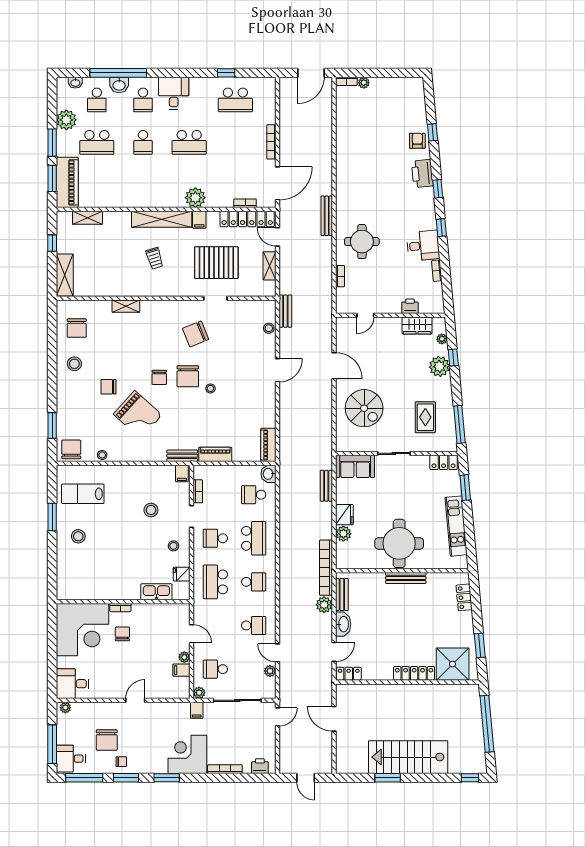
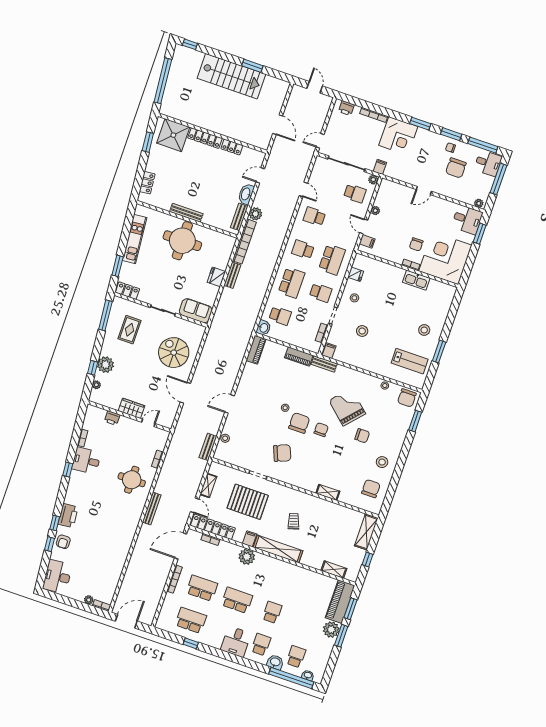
window: (118, 73) -> (291, 678), moved
desk: (410, 97) -> (57, 577), added
plant: (66, 120) -> (331, 630), moved
school desk: (97, 142) -> (202, 588), moved
window: (438, 189) -> (55, 523), moved
wardrobe: (417, 325) -> (132, 408), moved
bench: (326, 486) -> (232, 275), moved
plant: (343, 534) -> (222, 263), removed
school desk: (254, 538) -> (292, 283), turned 180
kitchen sink: (156, 592) -> (416, 280), moved
filing cabinet: (181, 670) -> (367, 241), moved
plant: (270, 671) -> (314, 178), removed
window: (52, 672) -> (480, 234), added
locker: (349, 674) -> (232, 147), moved
chair: (107, 740) -> (456, 168), turned 180

